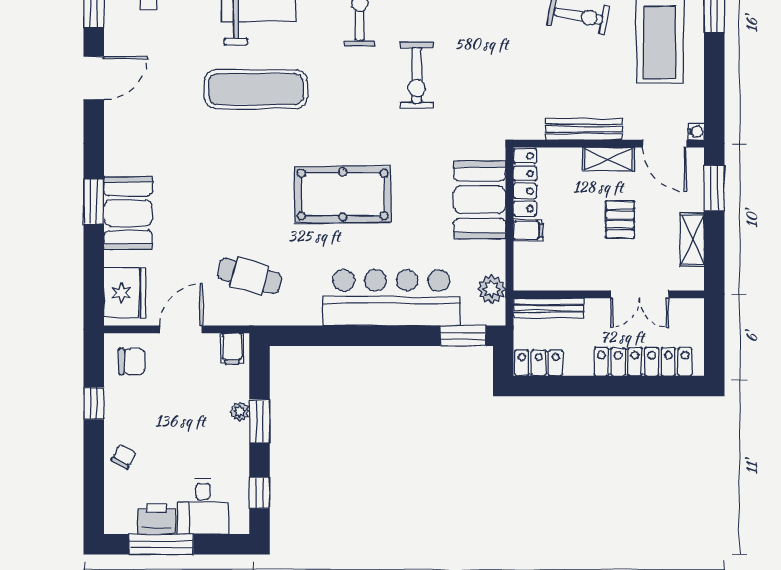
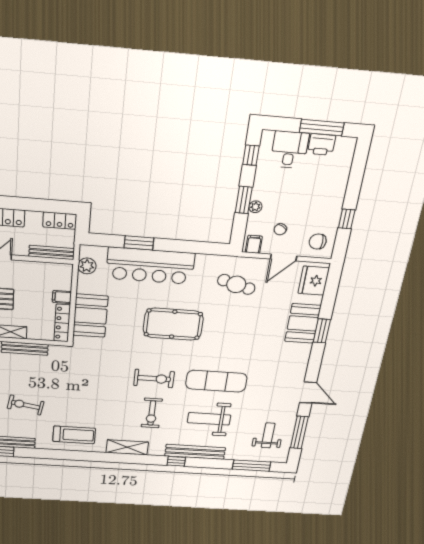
exercise bike: (417, 75) -> (154, 379), moved, turned 90
door: (94, 78) -> (308, 393), swing flipped
window: (463, 336) -> (139, 243), moved
chair: (124, 457) -> (280, 229), moved

